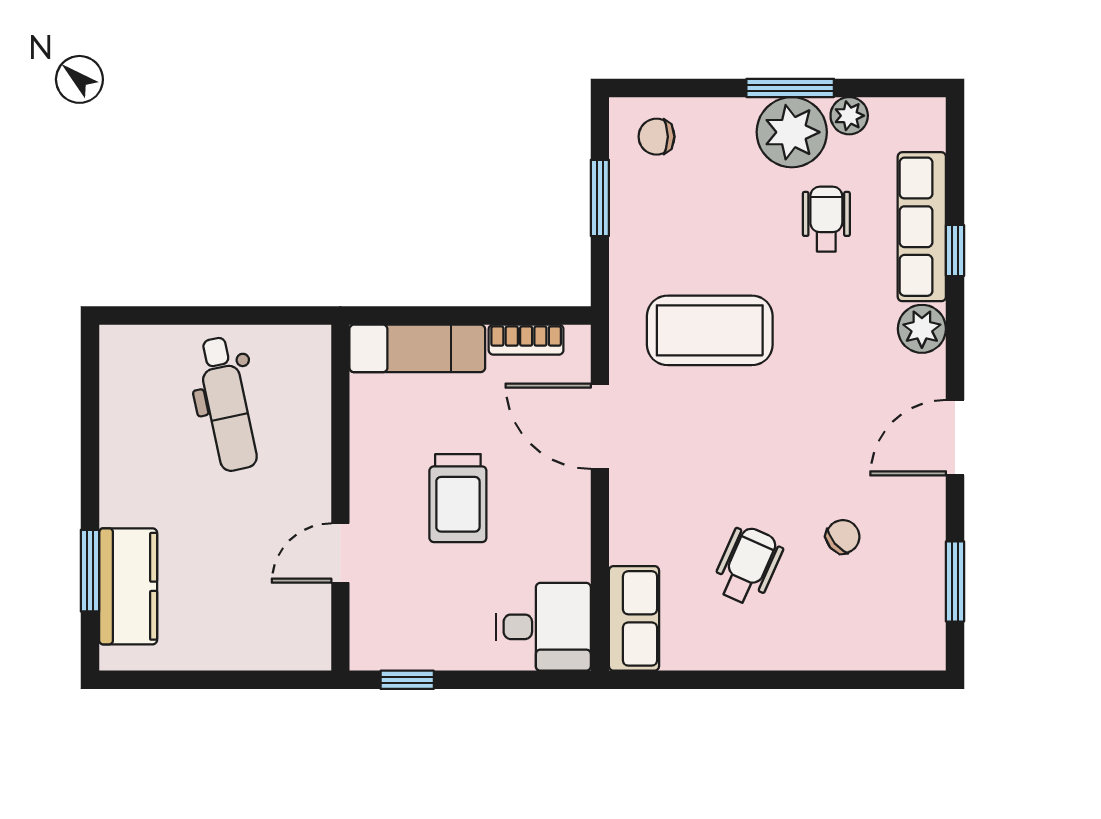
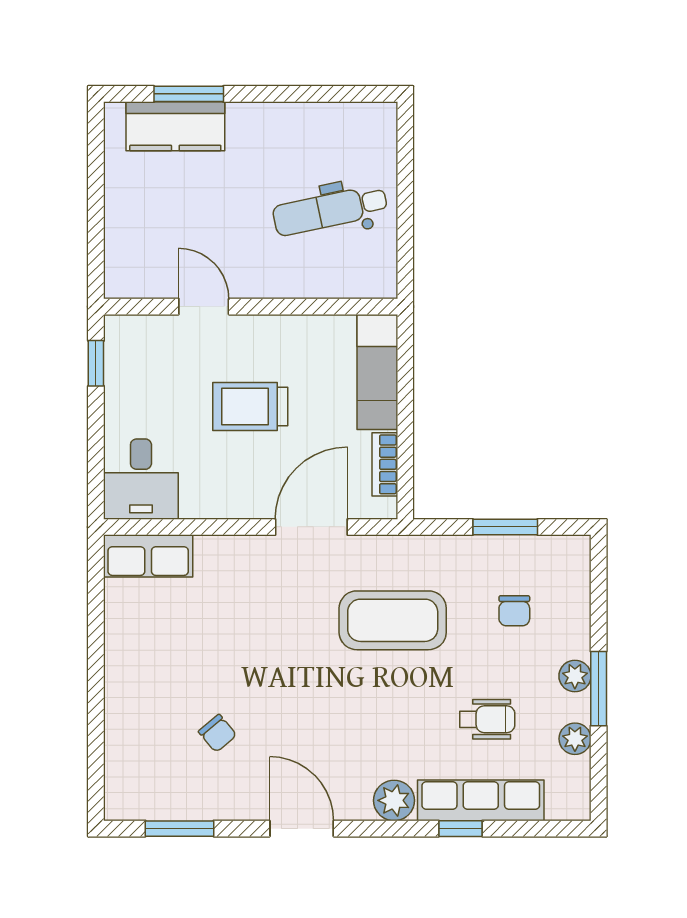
plant: (792, 132) -> (575, 676), width x0.53, depth x0.53
chair: (656, 137) -> (514, 611), moved, turned 180
coffee table: (710, 330) -> (393, 620), turned 90
wheelchair: (748, 566) -> (193, 652), removed

